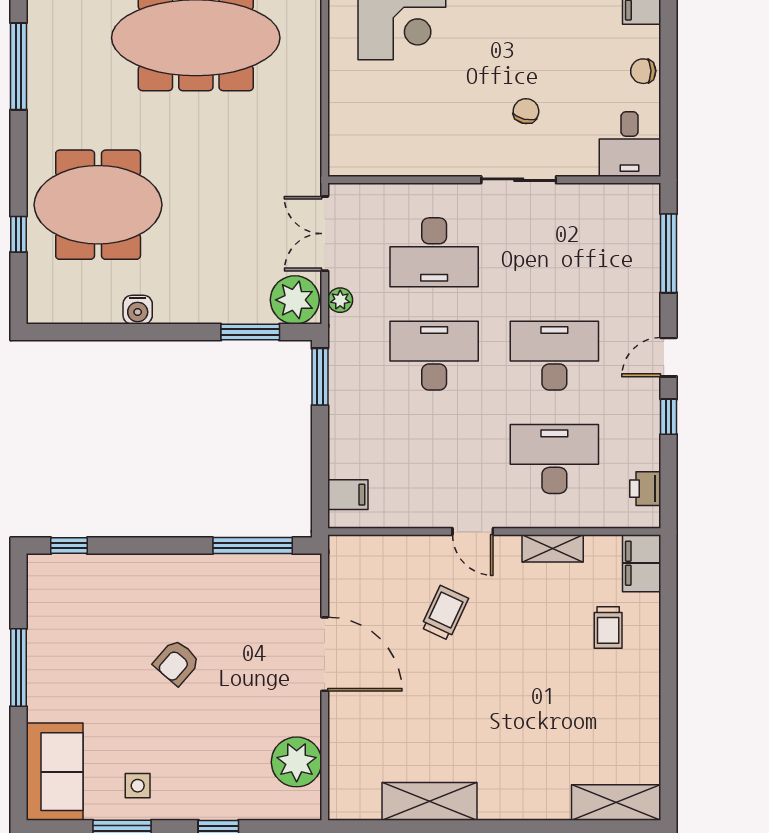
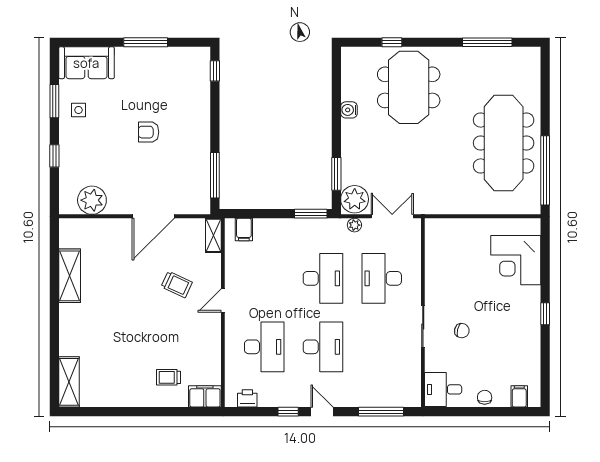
shelving: (553, 548) -> (213, 235), moved
armchair: (177, 662) -> (149, 132), turned -41

